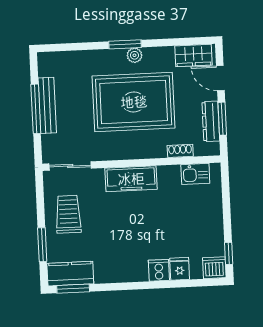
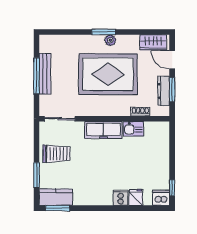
kitchen sink: (195, 174) -> (133, 129), moved
trolley: (68, 214) -> (57, 154), turned 90

